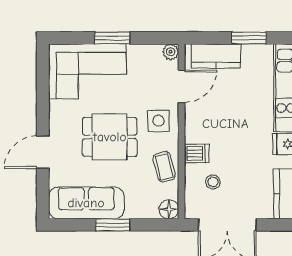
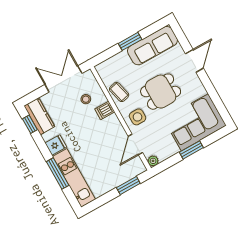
window: (249, 38) -> (128, 185), moved
kitchen counter: (216, 56) -> (125, 173), removed
floor lamp: (169, 209) -> (102, 69), removed

